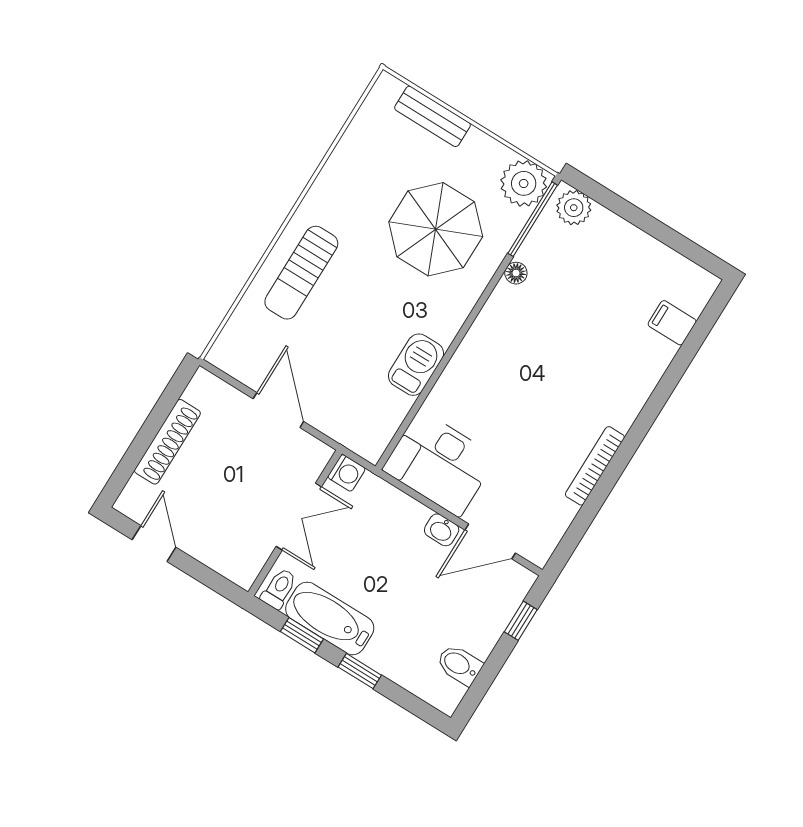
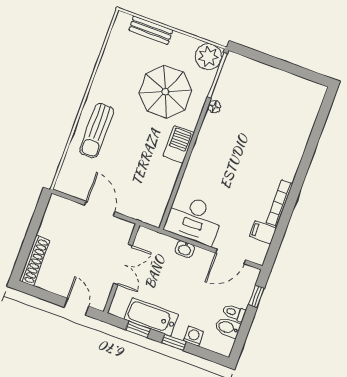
plant: (574, 208) -> (238, 64), removed
filing cabinet: (672, 323) -> (263, 232), moved
barbecue: (416, 365) -> (179, 144), moved
shoe rack: (167, 442) -> (34, 261), moved
washing machine: (347, 473) -> (193, 336), moved, turned -90
washbasin: (442, 530) -> (185, 249), moved
door: (154, 544) -> (76, 307), moved
toilet: (279, 589) -> (234, 313), moved, turned -90

